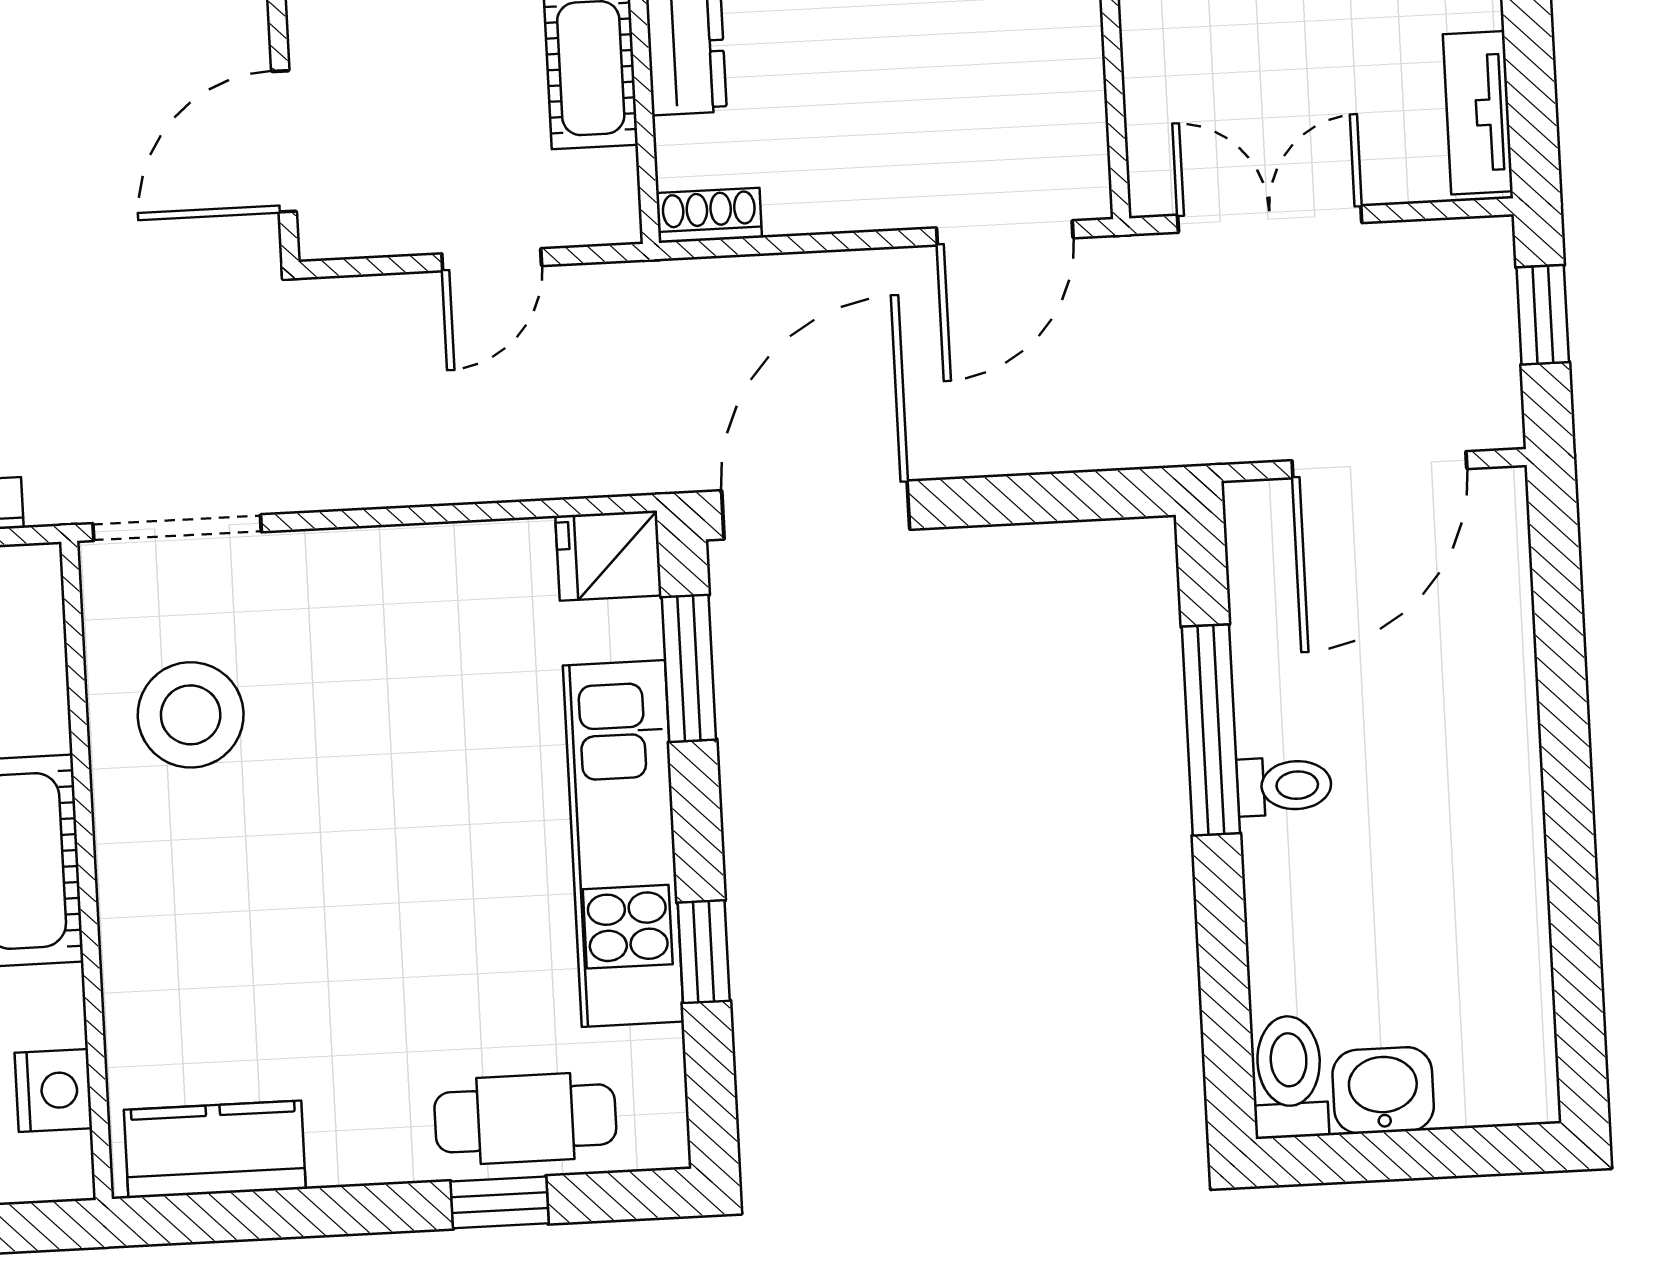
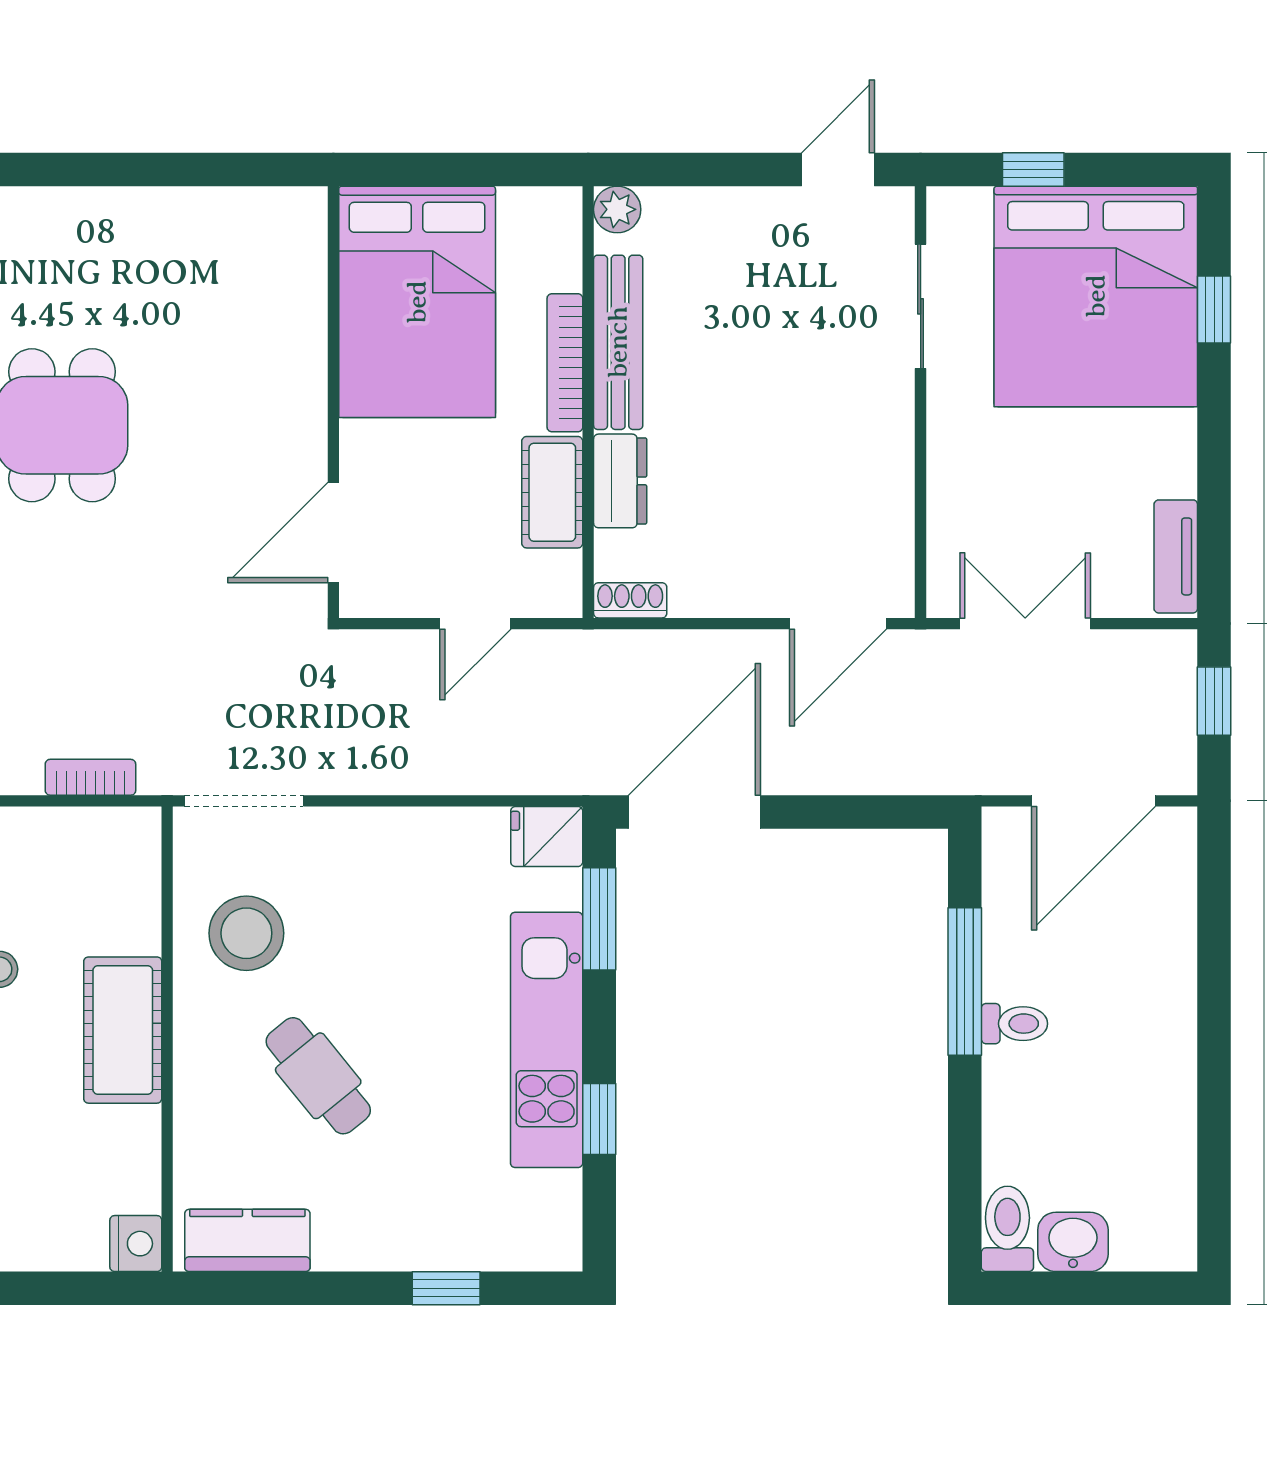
nightstand: (53, 1090) -> (136, 1244), moved
cafe table: (525, 1118) -> (318, 1076), moved, turned 51

